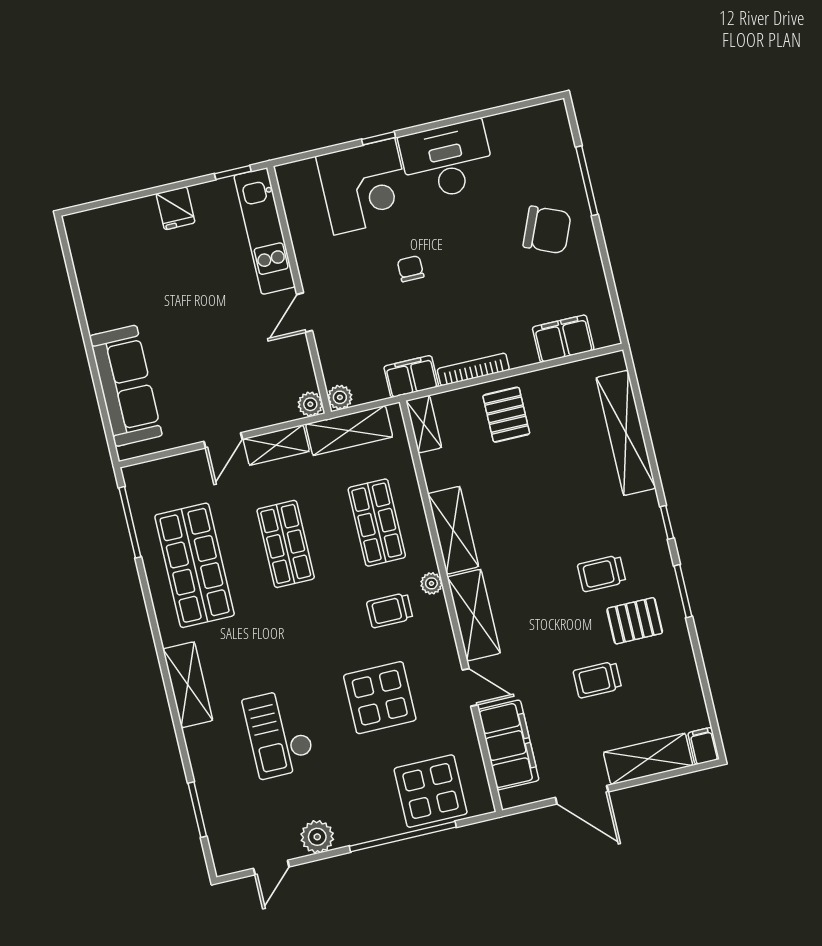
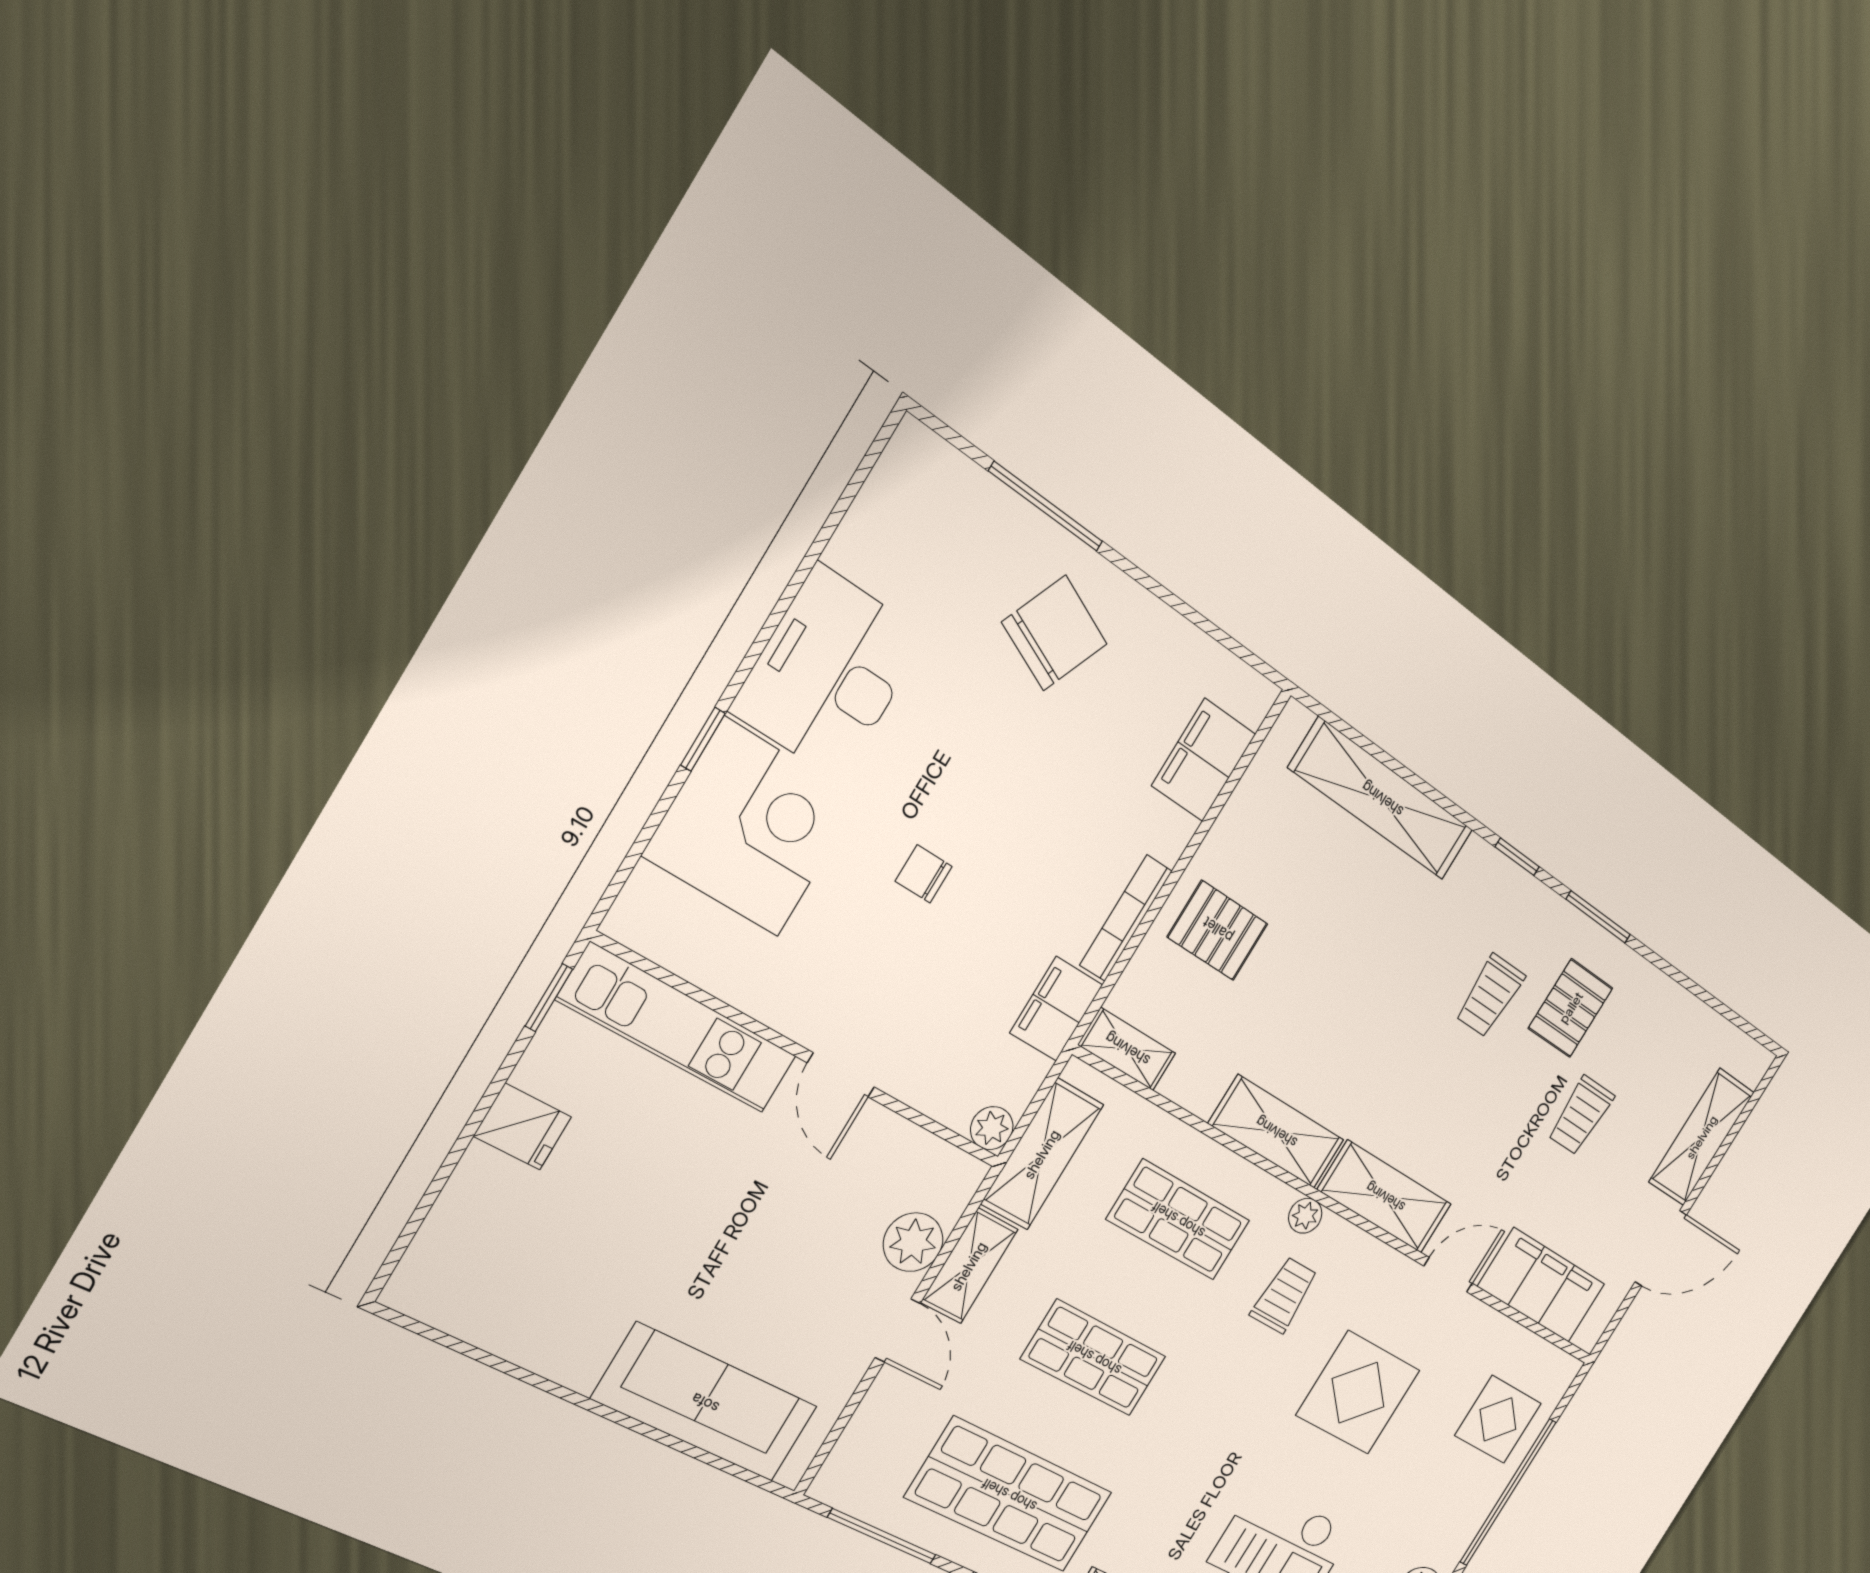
plant: (310, 404) -> (913, 1242), moved, width x1.38, depth x1.38
trolley: (390, 610) -> (1284, 1295), turned 180
filing cabinet: (704, 746) -> (1750, 1060), removed
display table: (431, 791) -> (1498, 1419), width x0.73, depth x0.73

